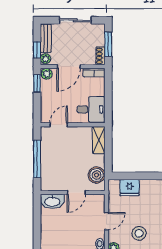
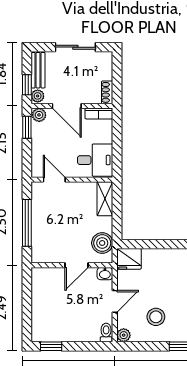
window: (108, 44) -> (117, 78), removed
door: (69, 67) -> (67, 106), hinge flipped
door: (59, 125) -> (54, 180), hinge flipped
fridge: (130, 188) -> (129, 259), moved
washbasin: (52, 201) -> (105, 274), moved, width x0.52, depth x0.69

